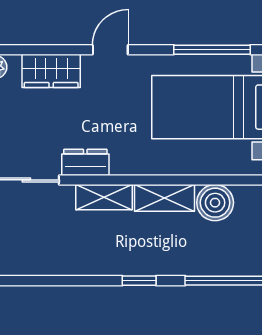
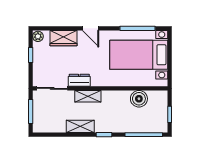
door: (110, 50) -> (91, 28), swing flipped
shelving: (165, 198) -> (80, 126), moved

